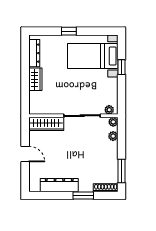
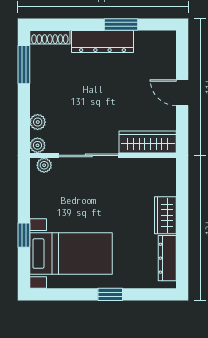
dresser: (59, 185) -> (102, 41), moved
window: (83, 195) -> (121, 24), moved

